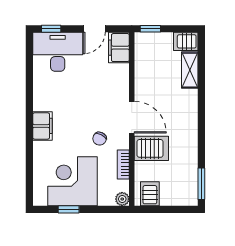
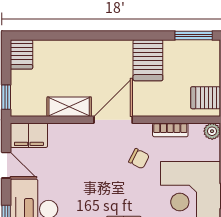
shelving: (190, 70) -> (69, 107), moved
server rack: (151, 148) -> (148, 60), moved, turned 180

